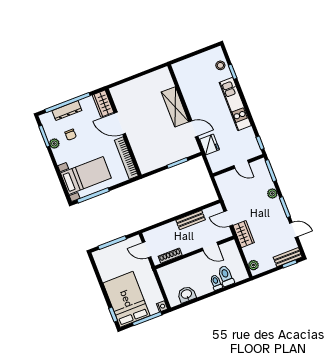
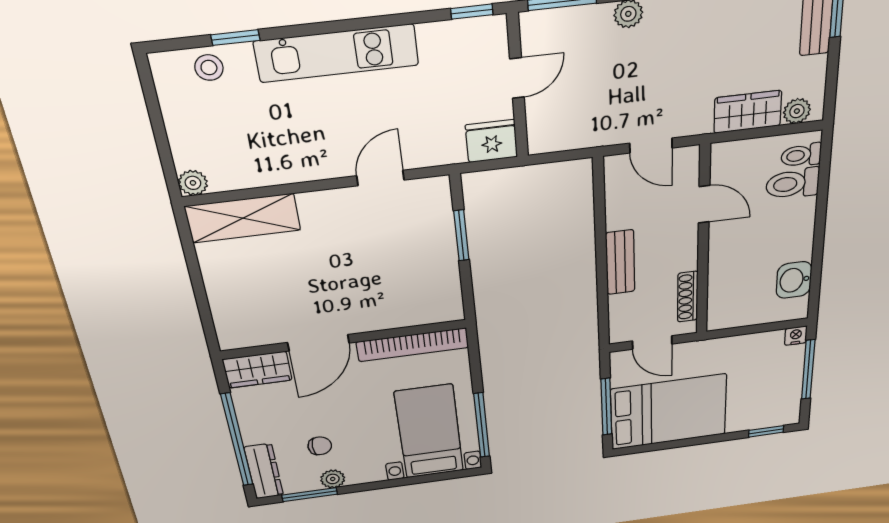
plant: (177, 67) -> (193, 183), added
shelving: (175, 107) -> (243, 218), moved
dresser: (67, 111) -> (264, 471), moved
fridge: (210, 145) -> (492, 141), moved
door: (228, 218) -> (651, 146), hinge flipped
bench: (191, 220) -> (620, 262), moved
wardrobe: (244, 234) -> (748, 112), moved
door: (210, 246) -> (704, 204), hinge flipped
door: (147, 250) -> (652, 343), hinge flipped
toilet: (216, 282) -> (801, 155), moved
bed: (126, 299) -> (669, 412), moved, turned 180

